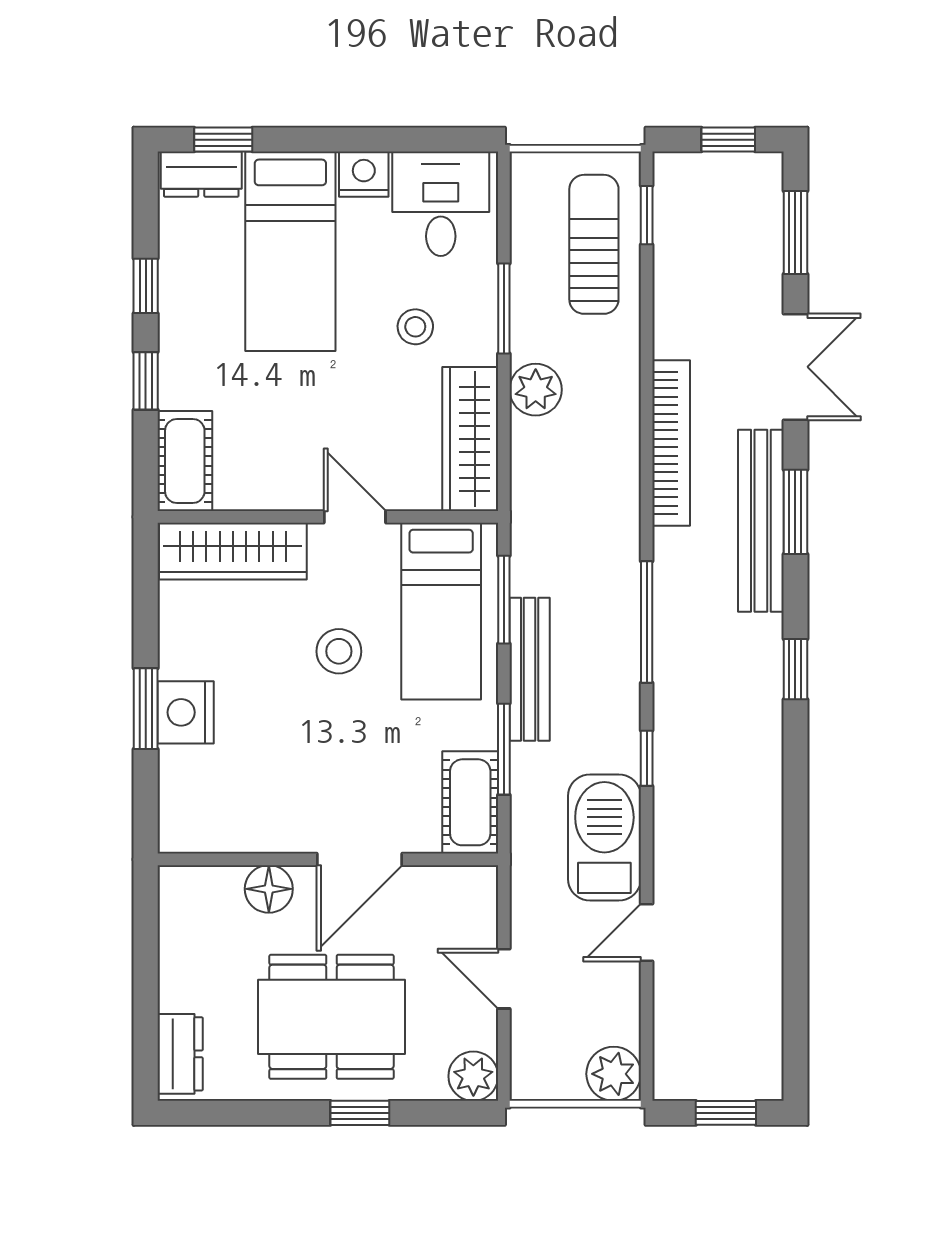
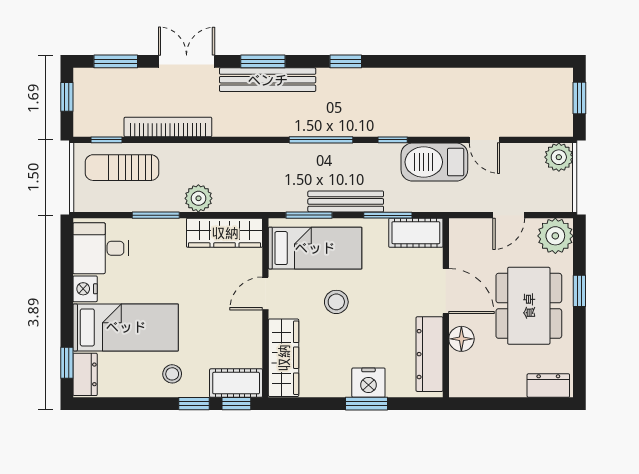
window: (146, 286) -> (236, 404), moved
stool: (415, 327) -> (172, 374), moved
bookcase: (671, 443) -> (168, 127), moved
dresser: (240, 828) -> (430, 354), added
plant: (473, 1076) -> (555, 236), width x1.36, depth x1.36

